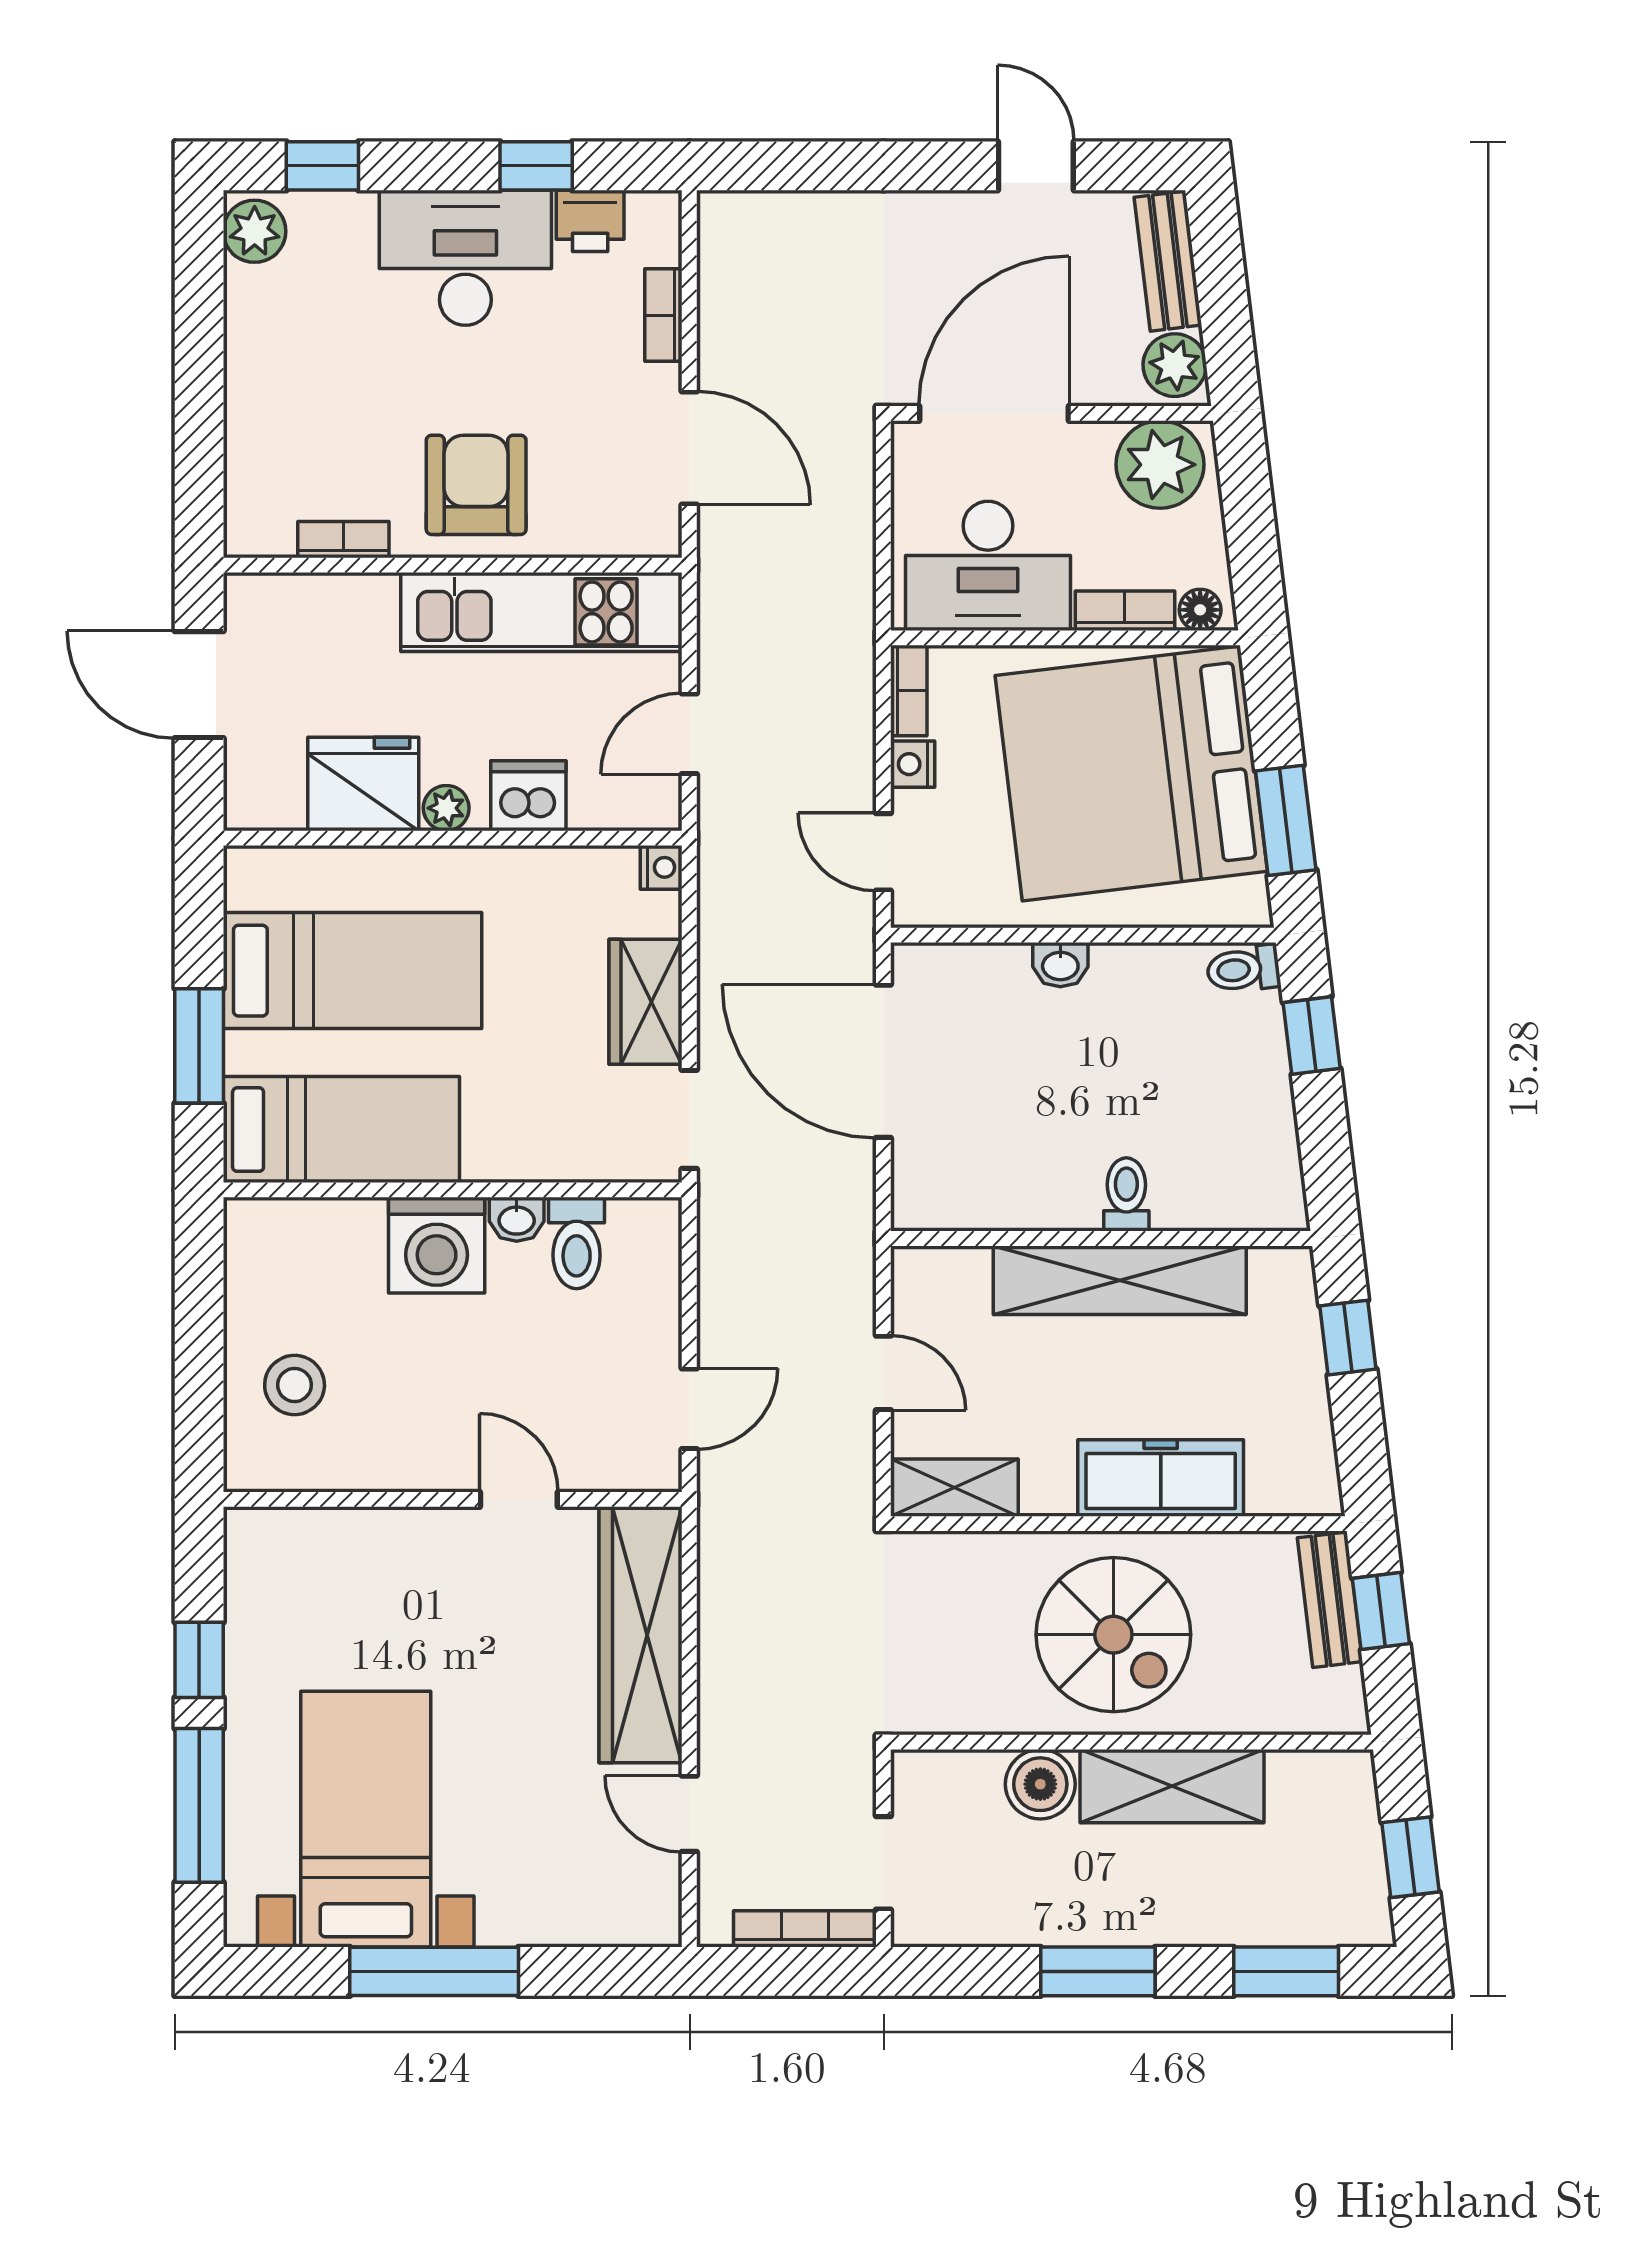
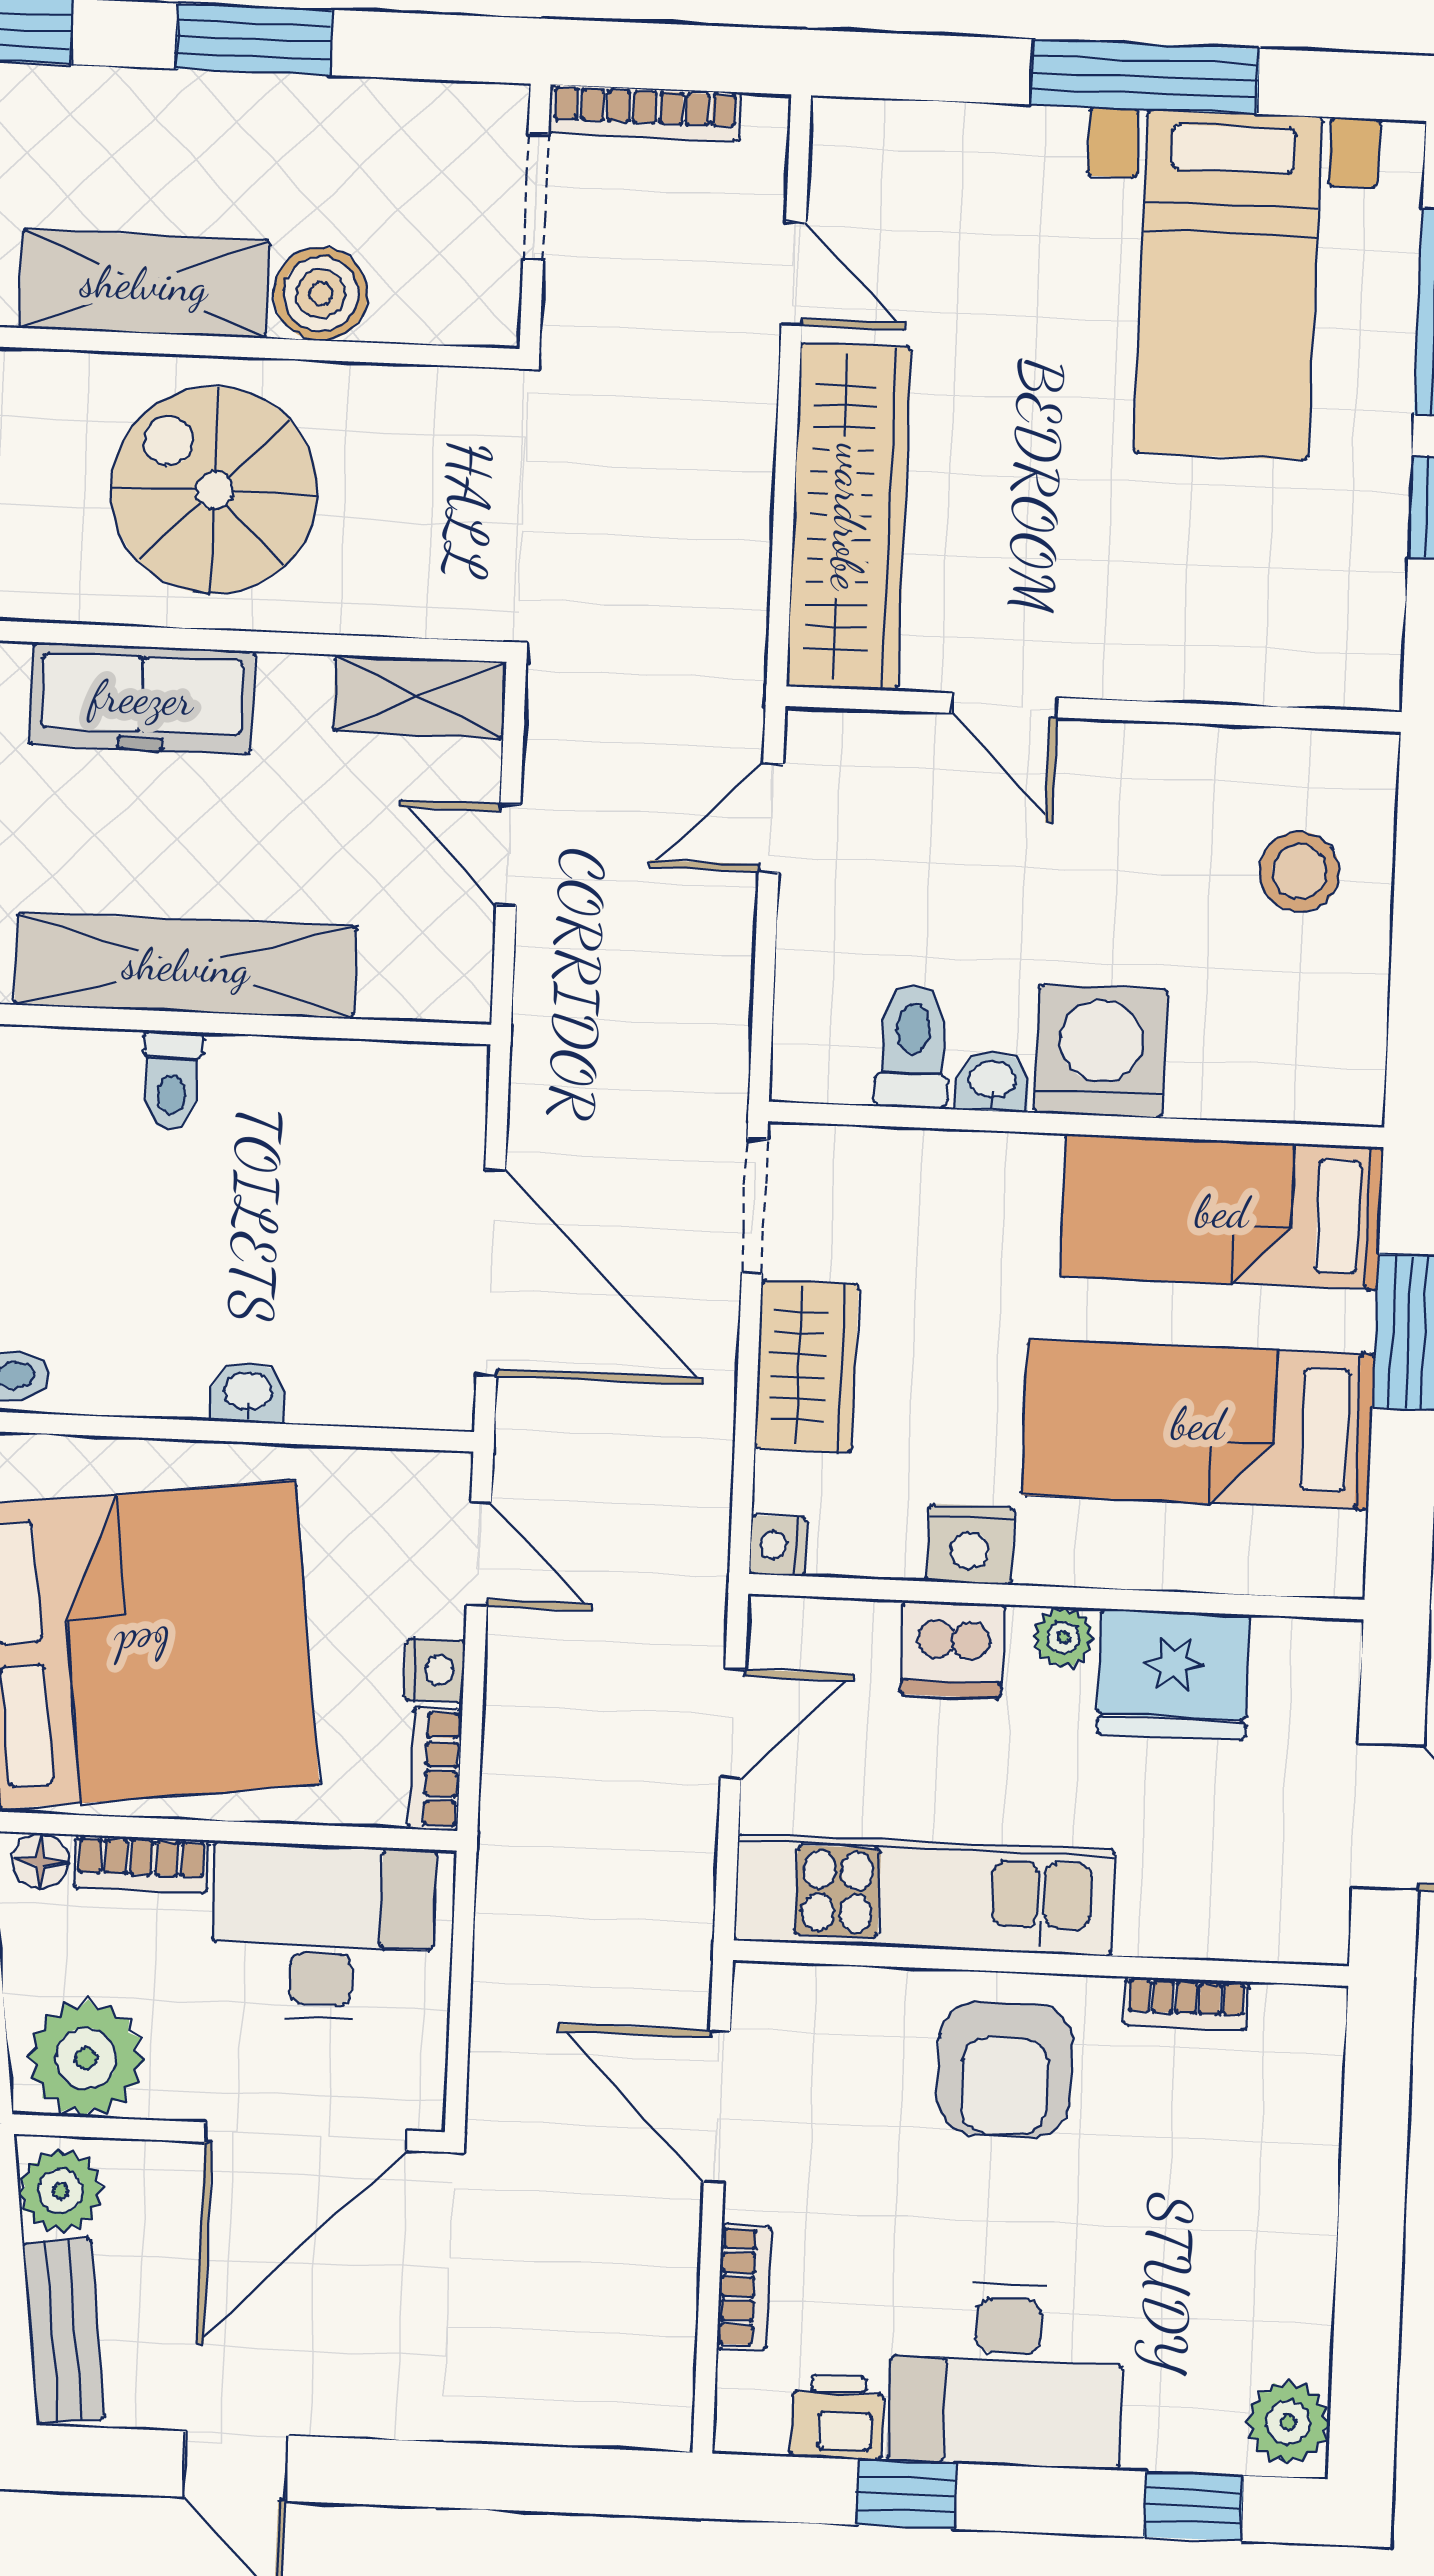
nightstand: (518, 874) -> (970, 1544), added

